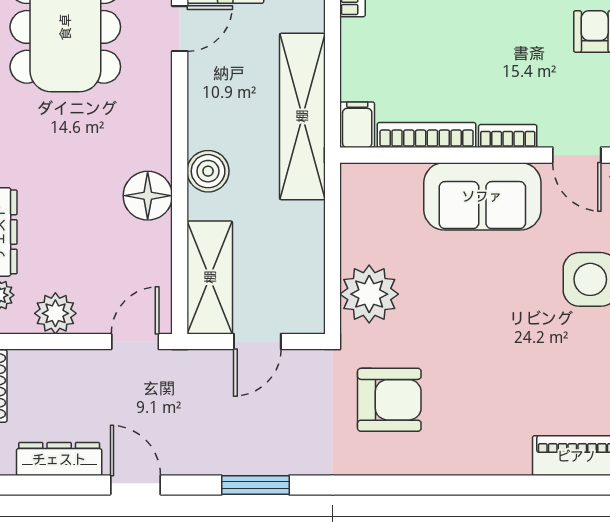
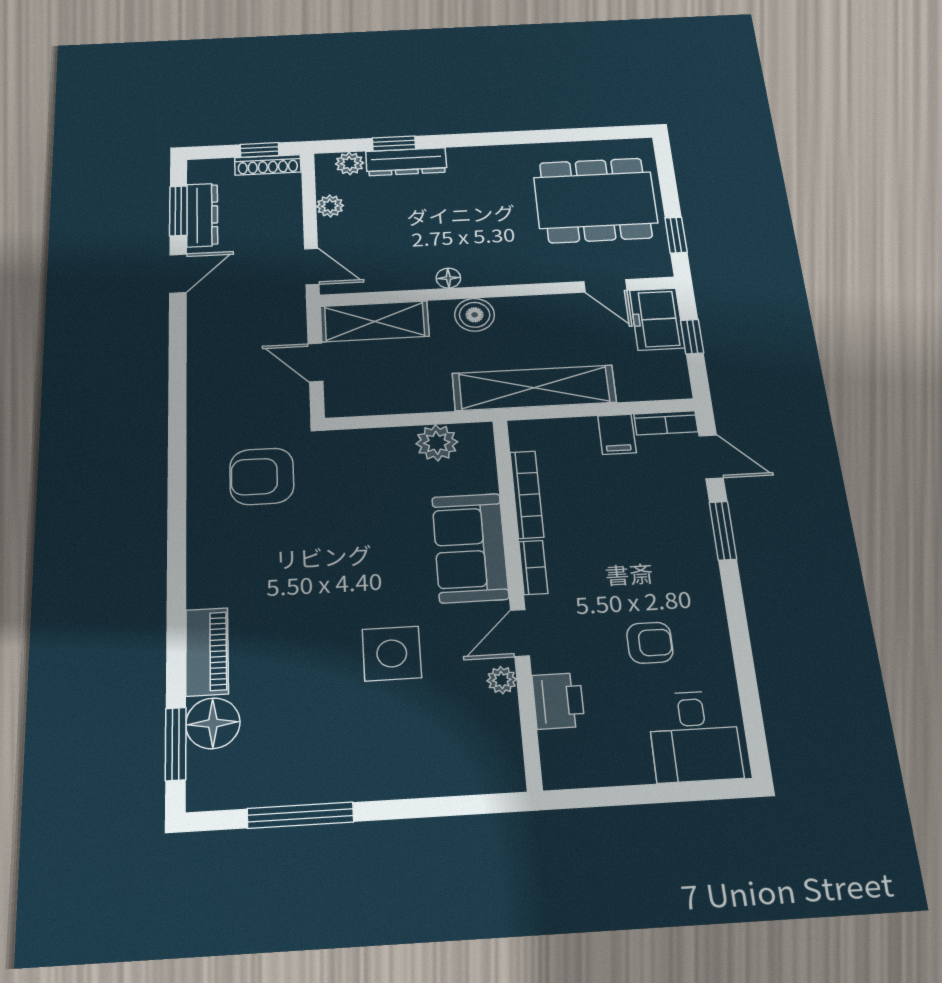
filing cabinet: (357, 125) -> (617, 434), moved, turned 90
floor lamp: (148, 196) -> (448, 278), width x0.53, depth x0.53
plant: (369, 294) -> (437, 443), moved, width x0.73, depth x0.73
plant: (55, 313) -> (330, 206), width x0.73, depth x0.73
armchair: (389, 400) -> (262, 476), turned 90
window: (255, 485) -> (178, 211), moved

